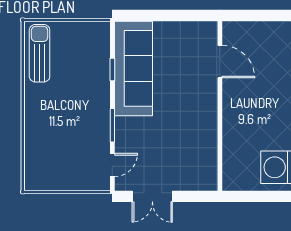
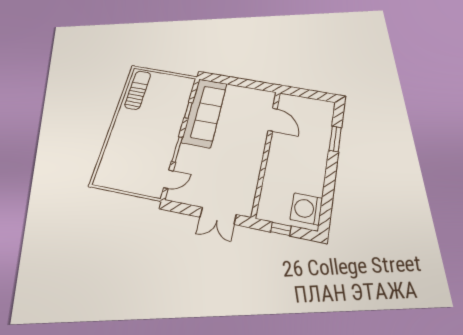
double door: (152, 196) -> (218, 216), moved
window: (253, 196) -> (281, 229), added

